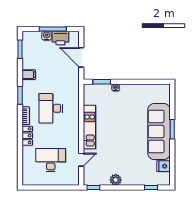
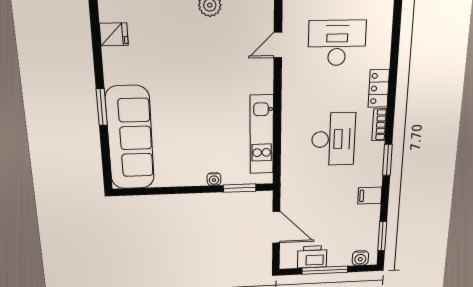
water cooler: (47, 36) -> (360, 258), moved
kitchen unit: (90, 127) -> (262, 135), moved
sofa: (159, 131) -> (130, 138), moved
desk: (51, 160) -> (337, 43), turned 180

